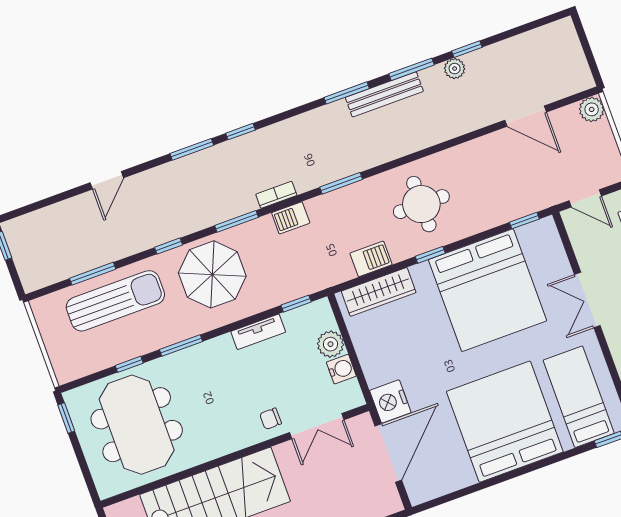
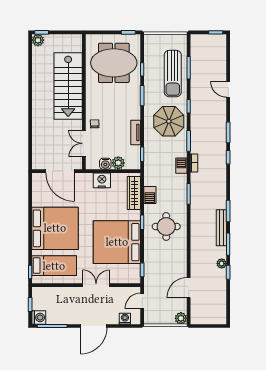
nightstand: (390, 402) -> (102, 180), moved

